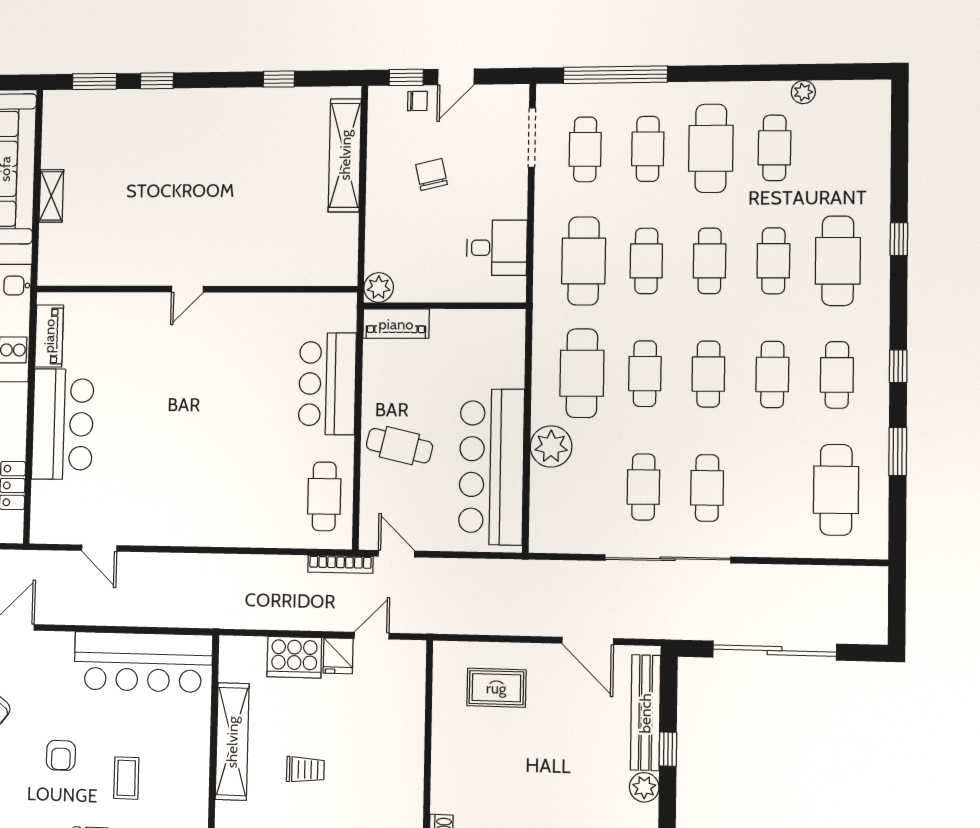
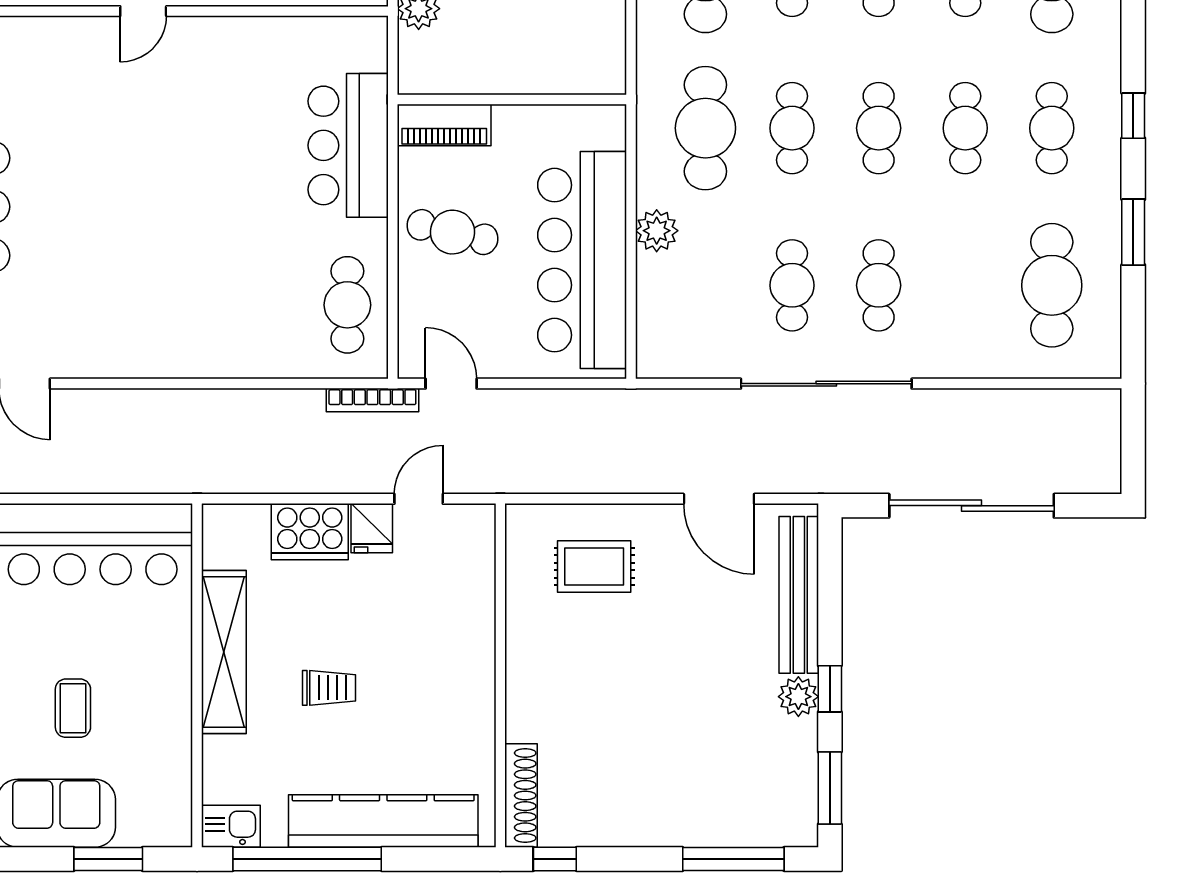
wall: (444, 306) -> (512, 99), moved
piano: (396, 324) -> (444, 125), moved
plant: (551, 446) -> (657, 231), width x0.73, depth x0.73
window: (668, 749) -> (830, 689), moved

